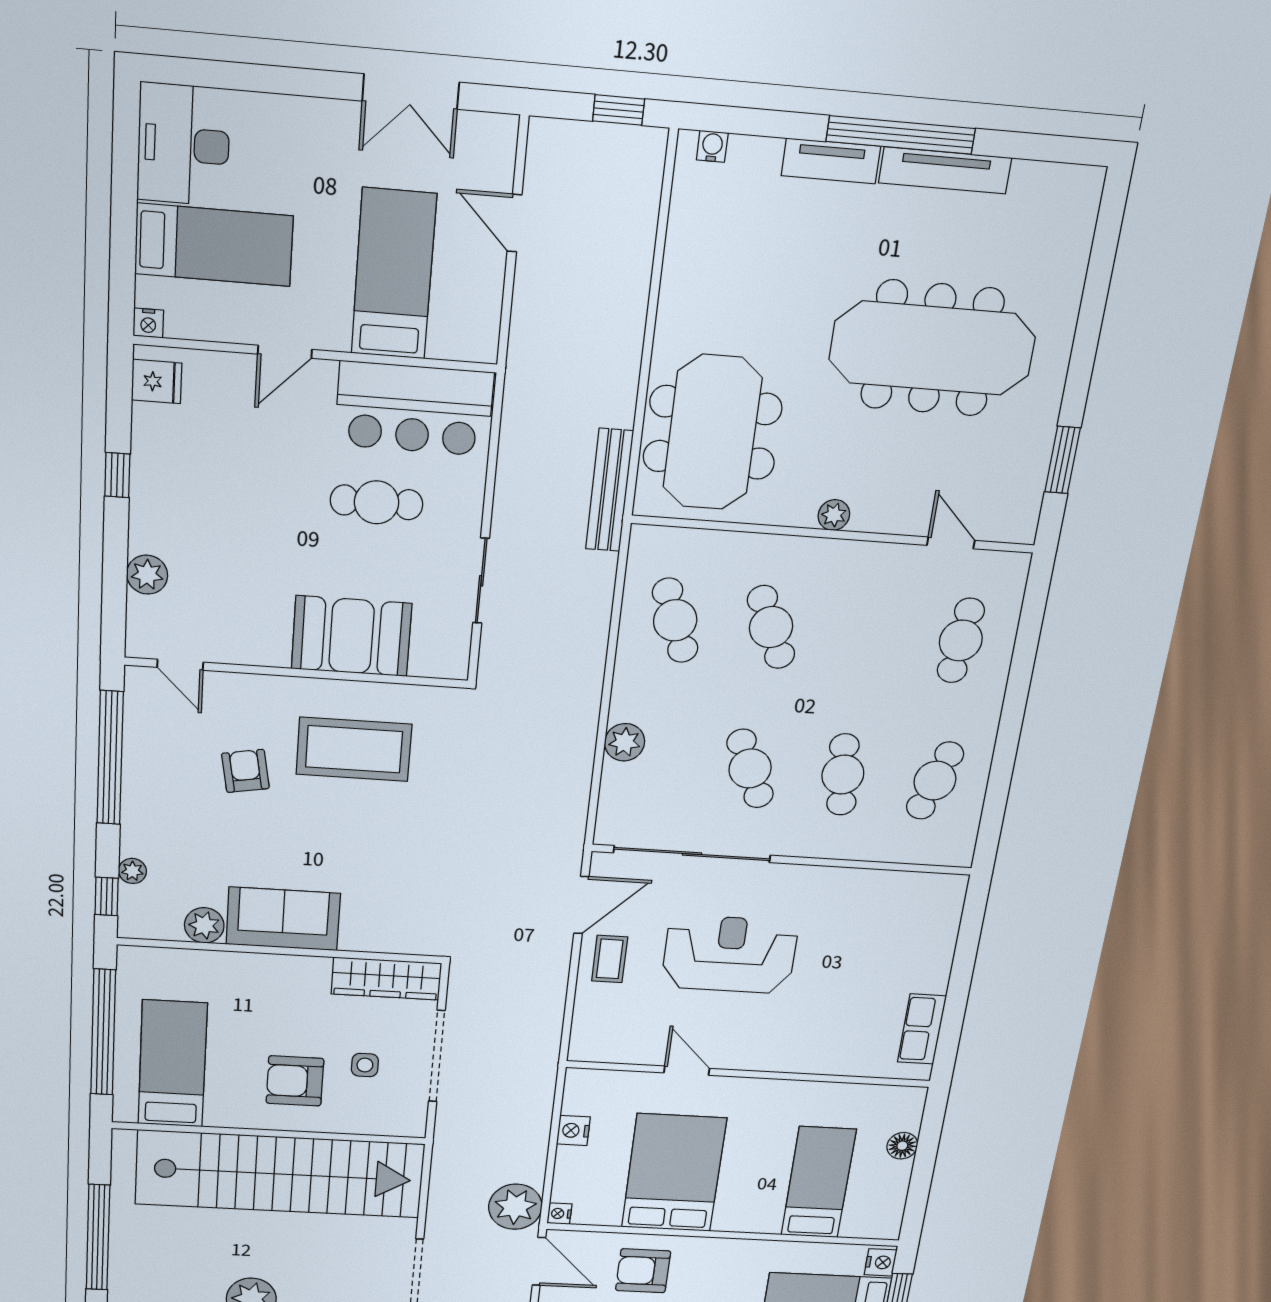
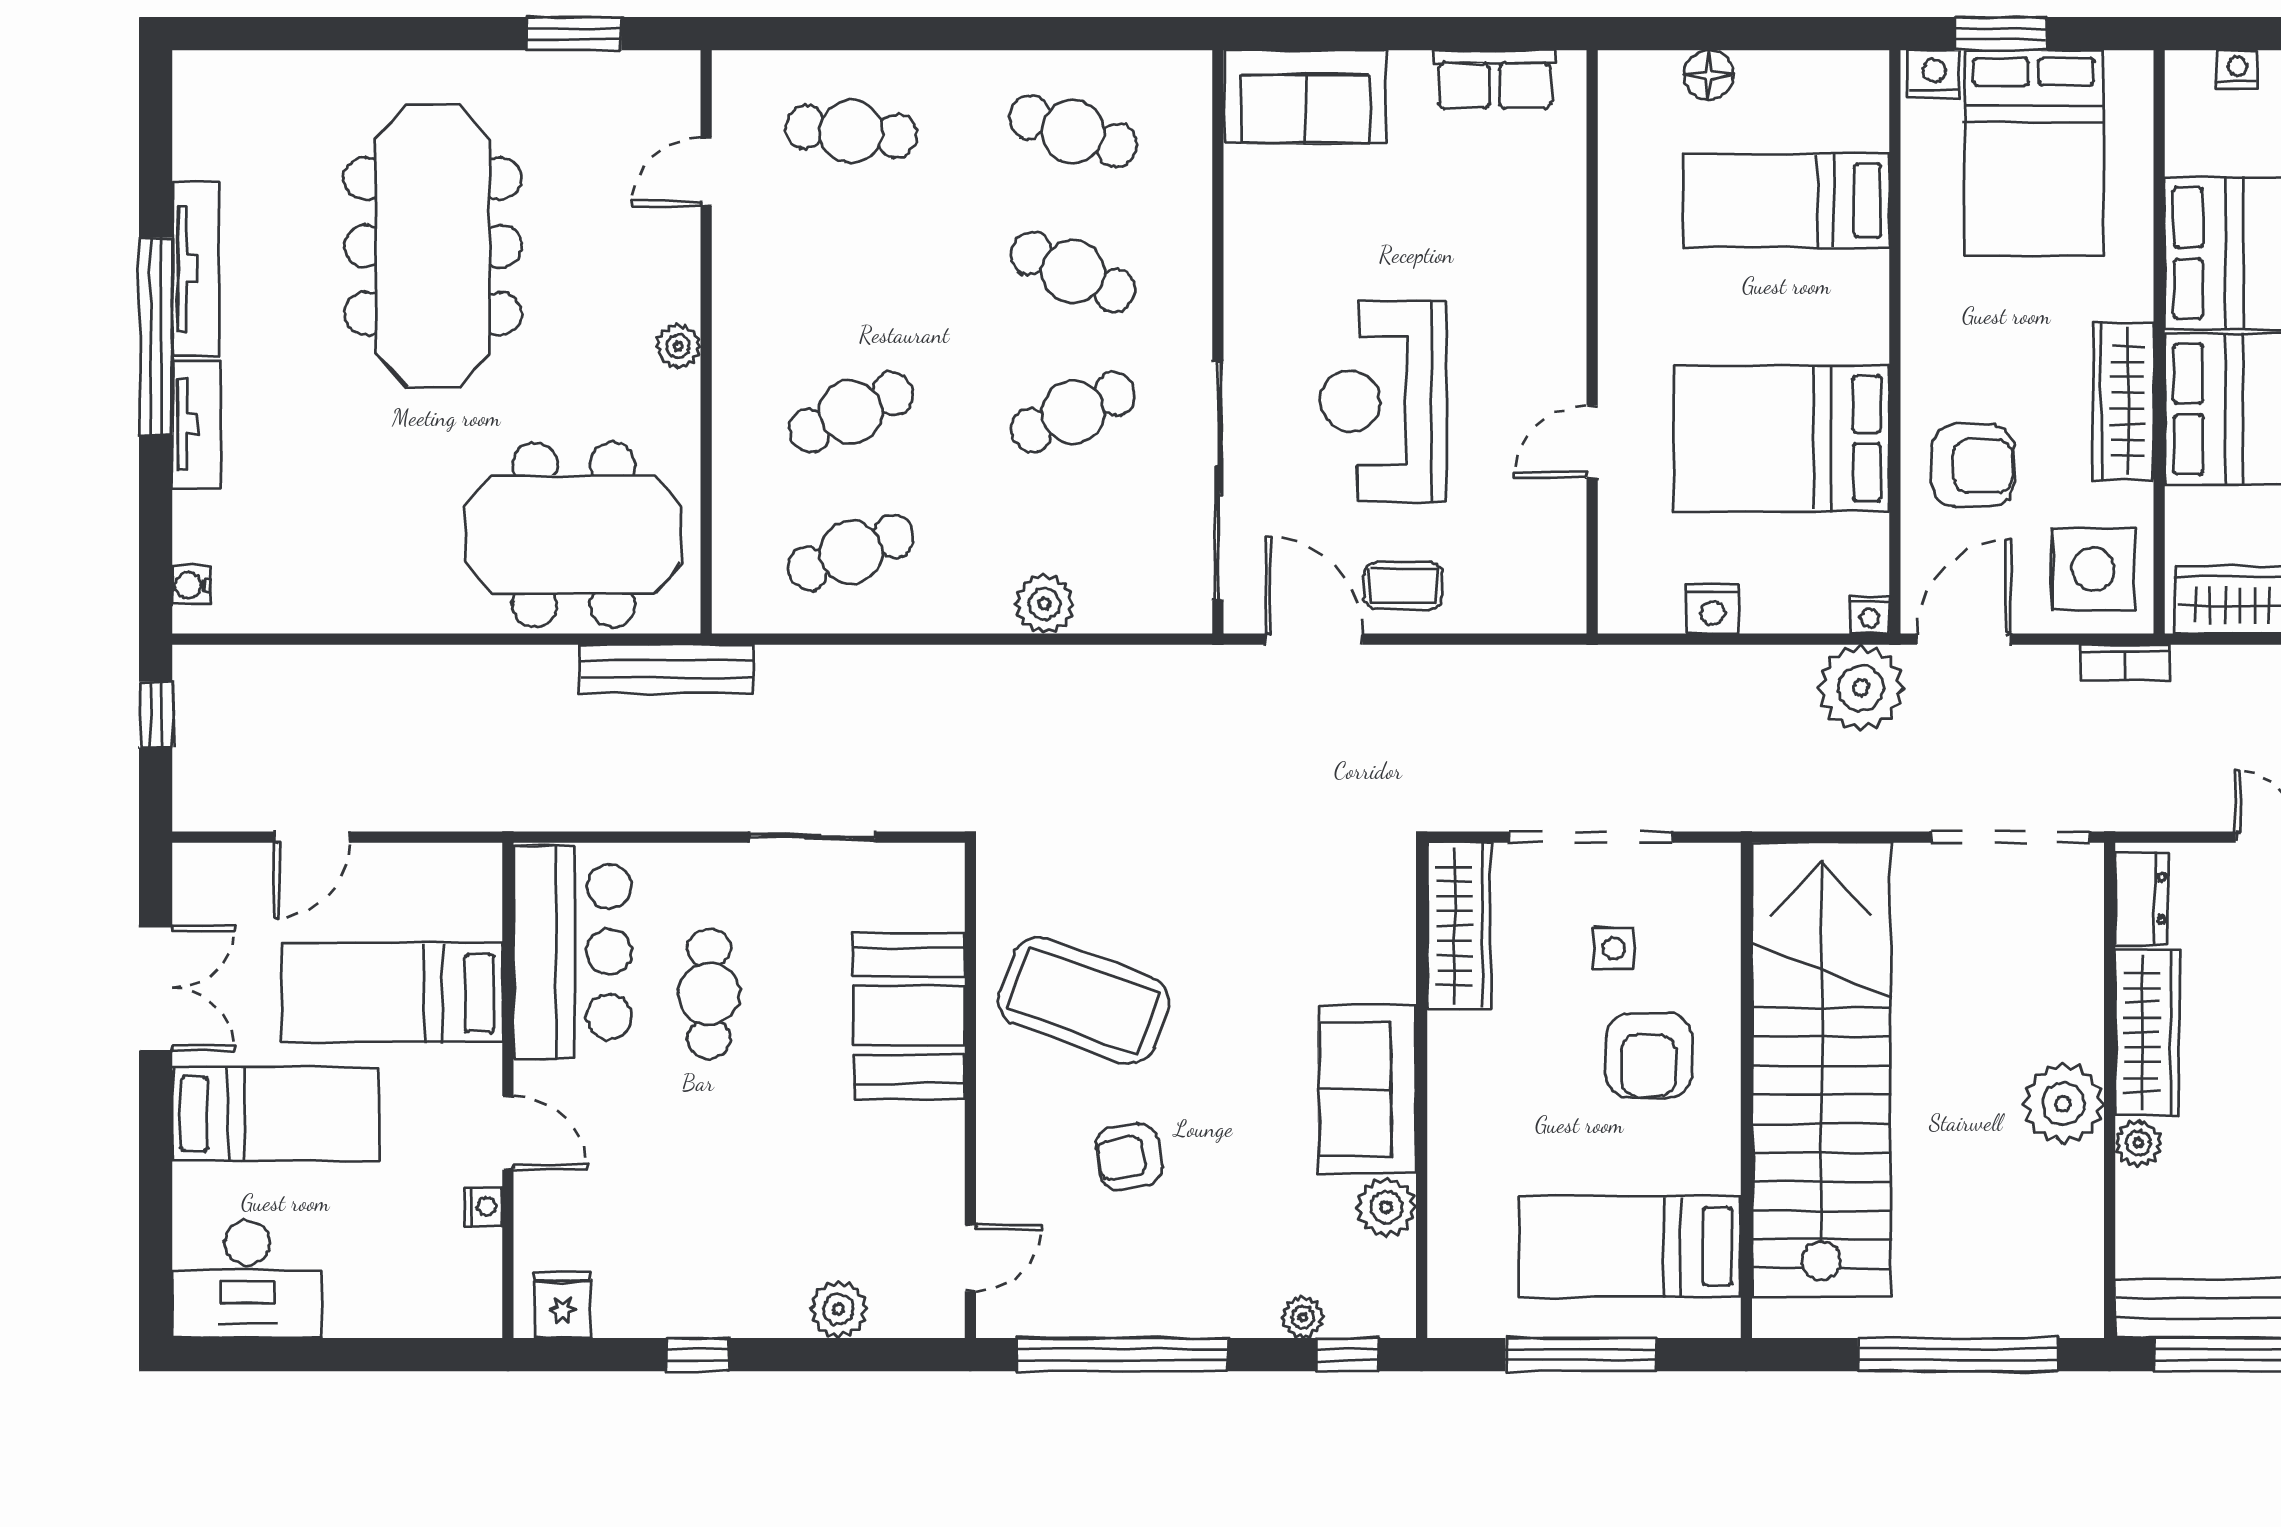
bed: (214, 245) -> (276, 1114), moved, turned 90
nightstand: (148, 323) -> (484, 1206), moved
coffee table: (354, 749) -> (1084, 1001), turned -70
cafe table: (843, 775) -> (1073, 272), turned 30
sofa: (931, 921) -> (1305, 97), added
window: (103, 1032) -> (1581, 1355), width x0.68
armchair: (643, 1271) -> (1973, 466), turned -90

